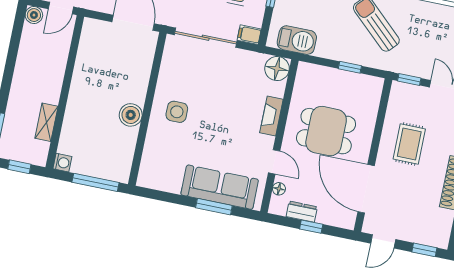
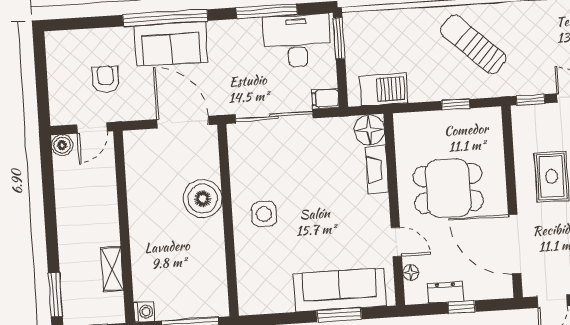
boiler: (131, 115) -> (203, 199), moved, width x1.37, depth x1.37
fireplace: (271, 116) -> (377, 170), moved

